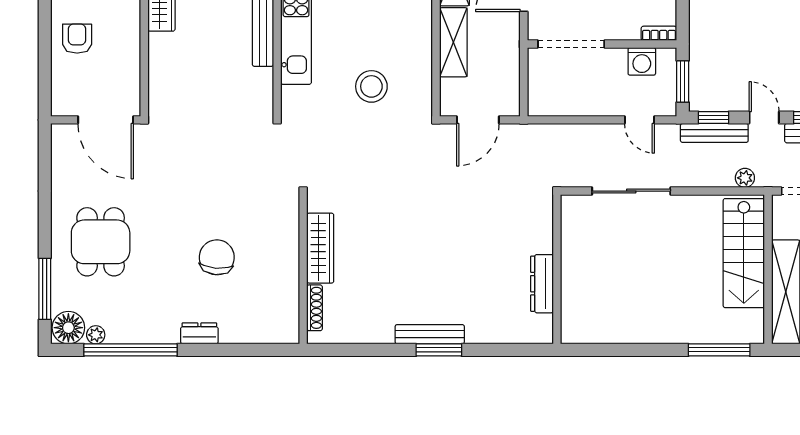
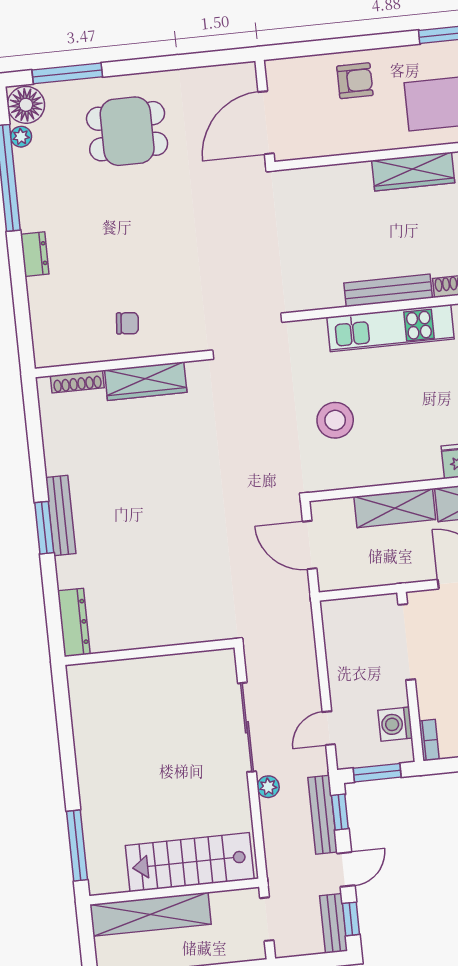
plant: (745, 178) -> (268, 787), moved
chair: (217, 257) -> (127, 323), moved, width x0.54, depth x0.54
dresser: (542, 284) -> (74, 622), moved, turned 90

